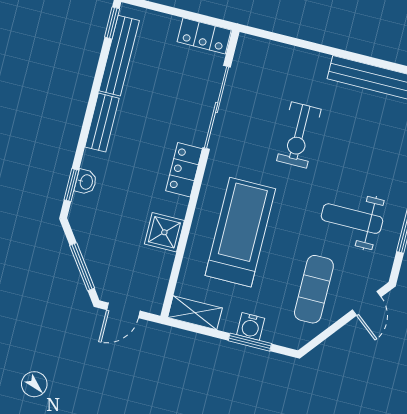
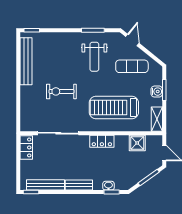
exercise bike: (299, 135) -> (61, 91), turned 180
locker: (184, 170) -> (102, 141), moved
shower: (164, 232) -> (137, 143), moved
door: (367, 303) -> (132, 40), hinge flipped

